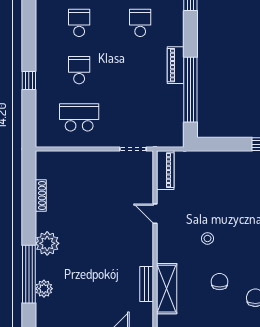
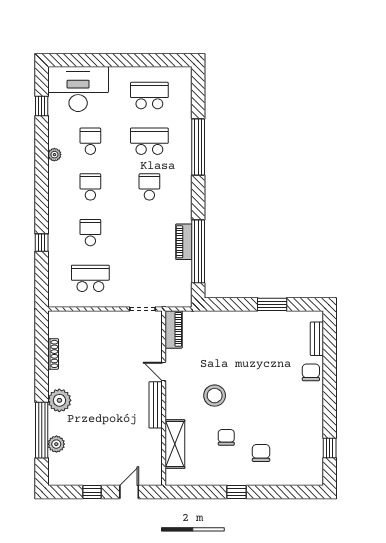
piano: (176, 65) -> (184, 242), moved
stool: (207, 238) -> (215, 396), width x1.89, depth x1.89
bench: (147, 284) -> (156, 405), moved, width x1.36

